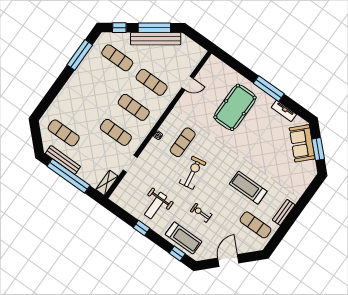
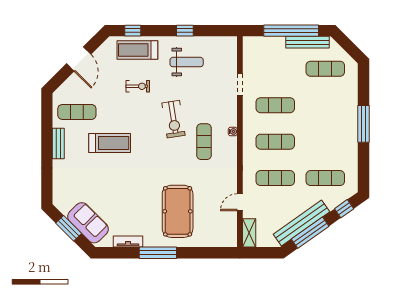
window: (80, 55) -> (363, 124), moved
shelving: (107, 183) -> (249, 233), moved
weight bench: (156, 206) -> (187, 62), turned 90

